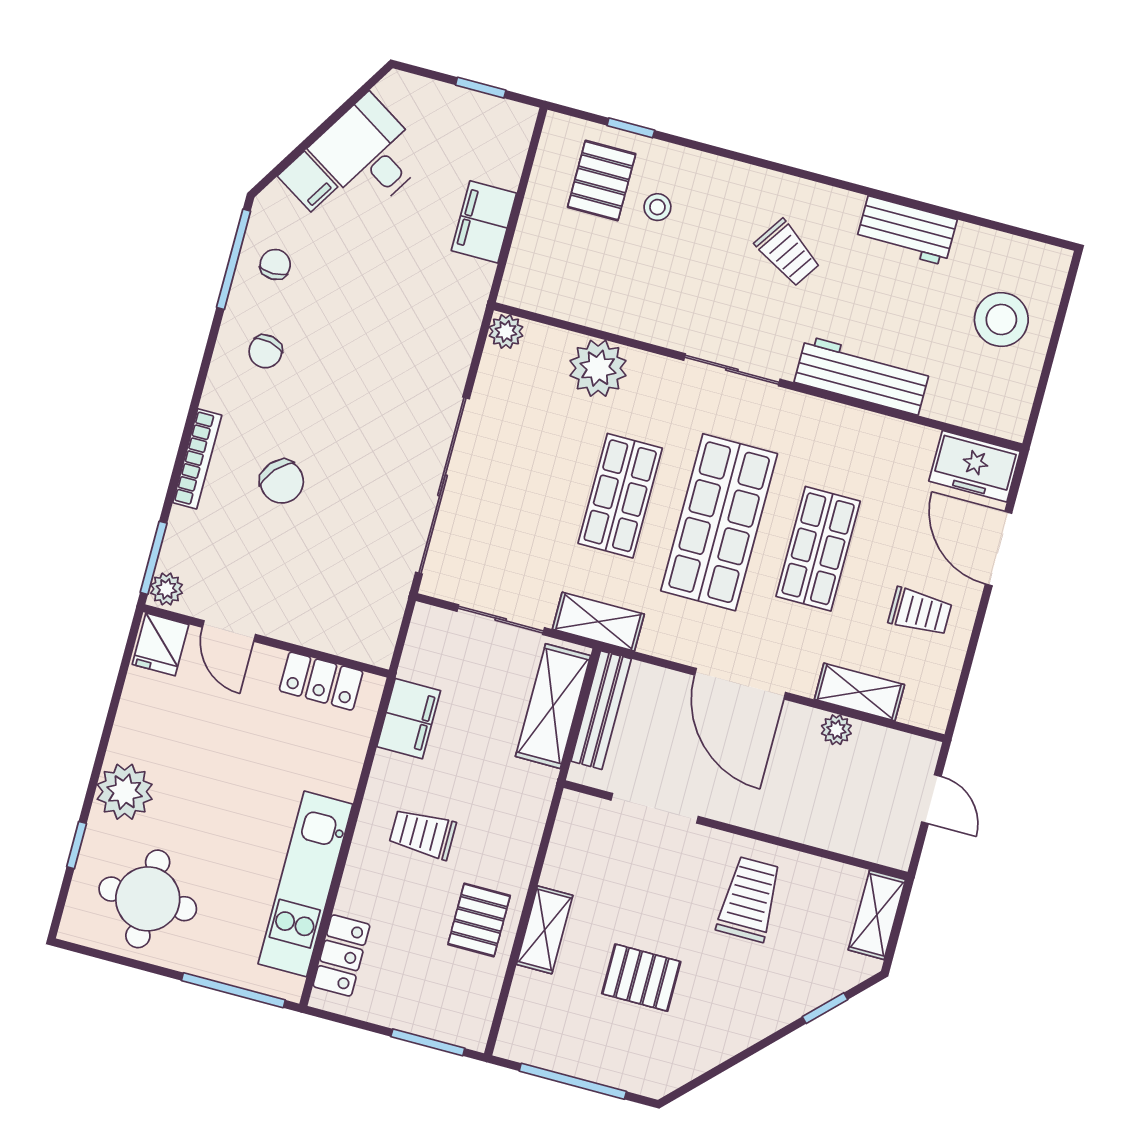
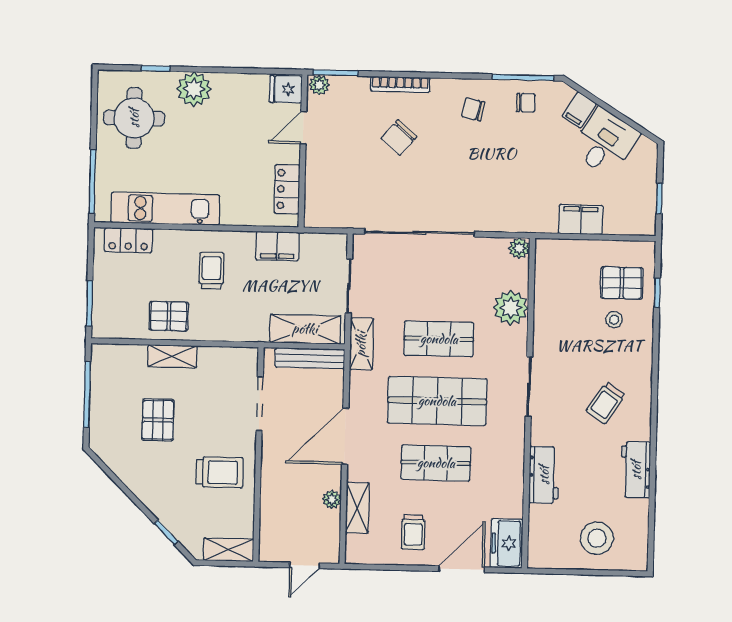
workbench: (862, 375) -> (544, 475), width x0.73

